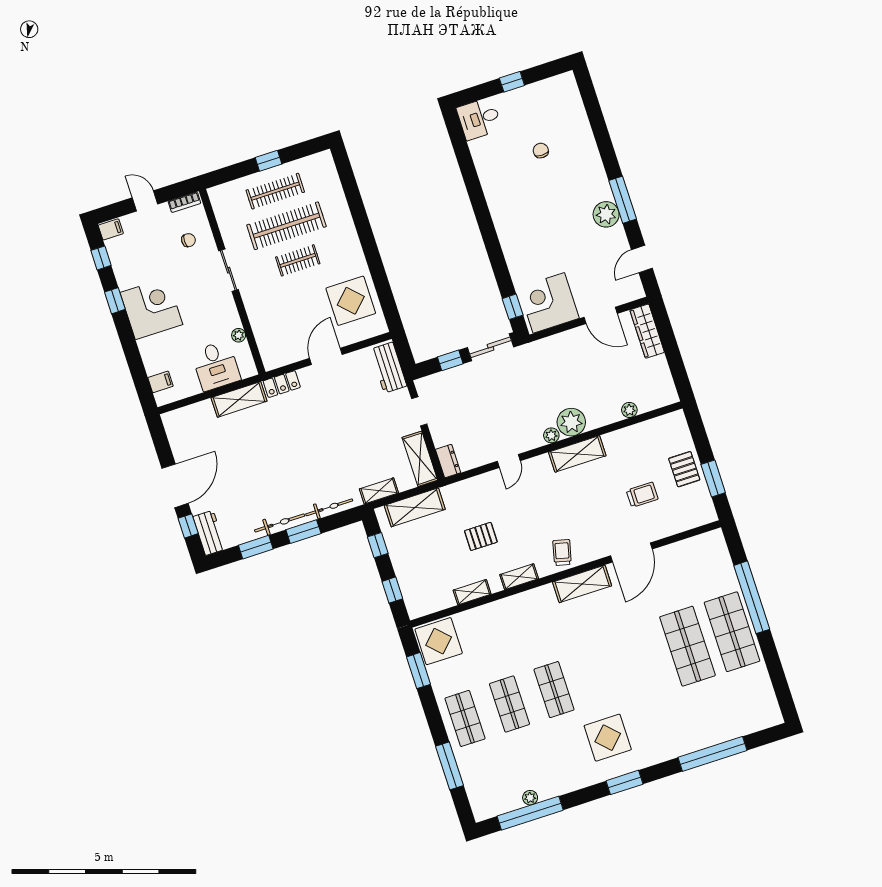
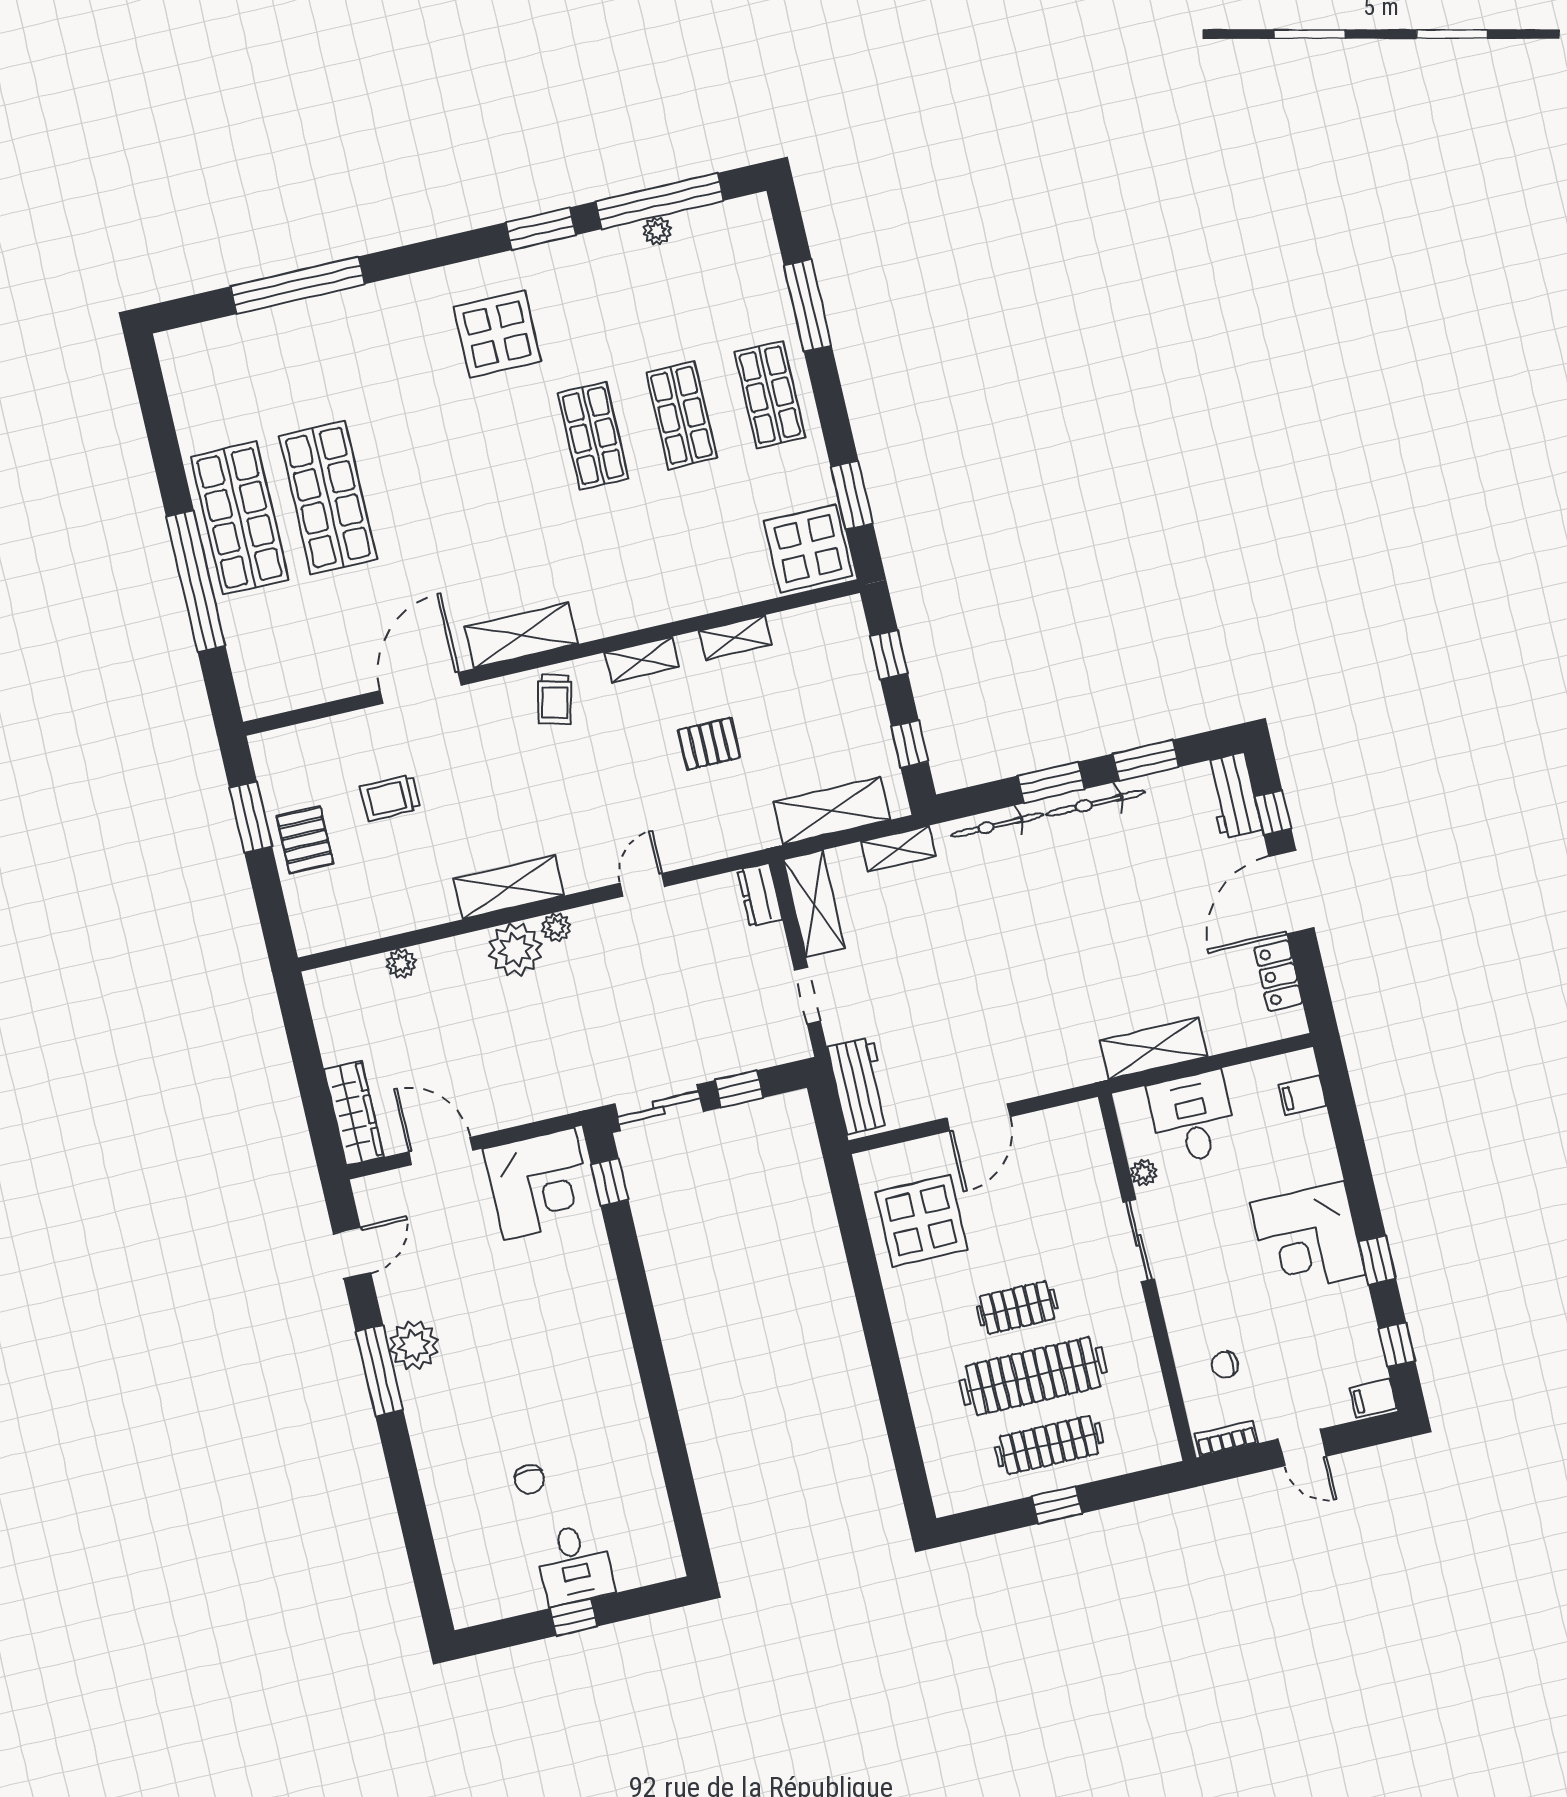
desk: (479, 119) -> (574, 1564), moved, turned 90
sliding door: (229, 270) -> (1139, 1240), moved
locker: (282, 384) -> (1278, 976), moved, turned -90
window: (624, 782) -> (541, 229), moved

